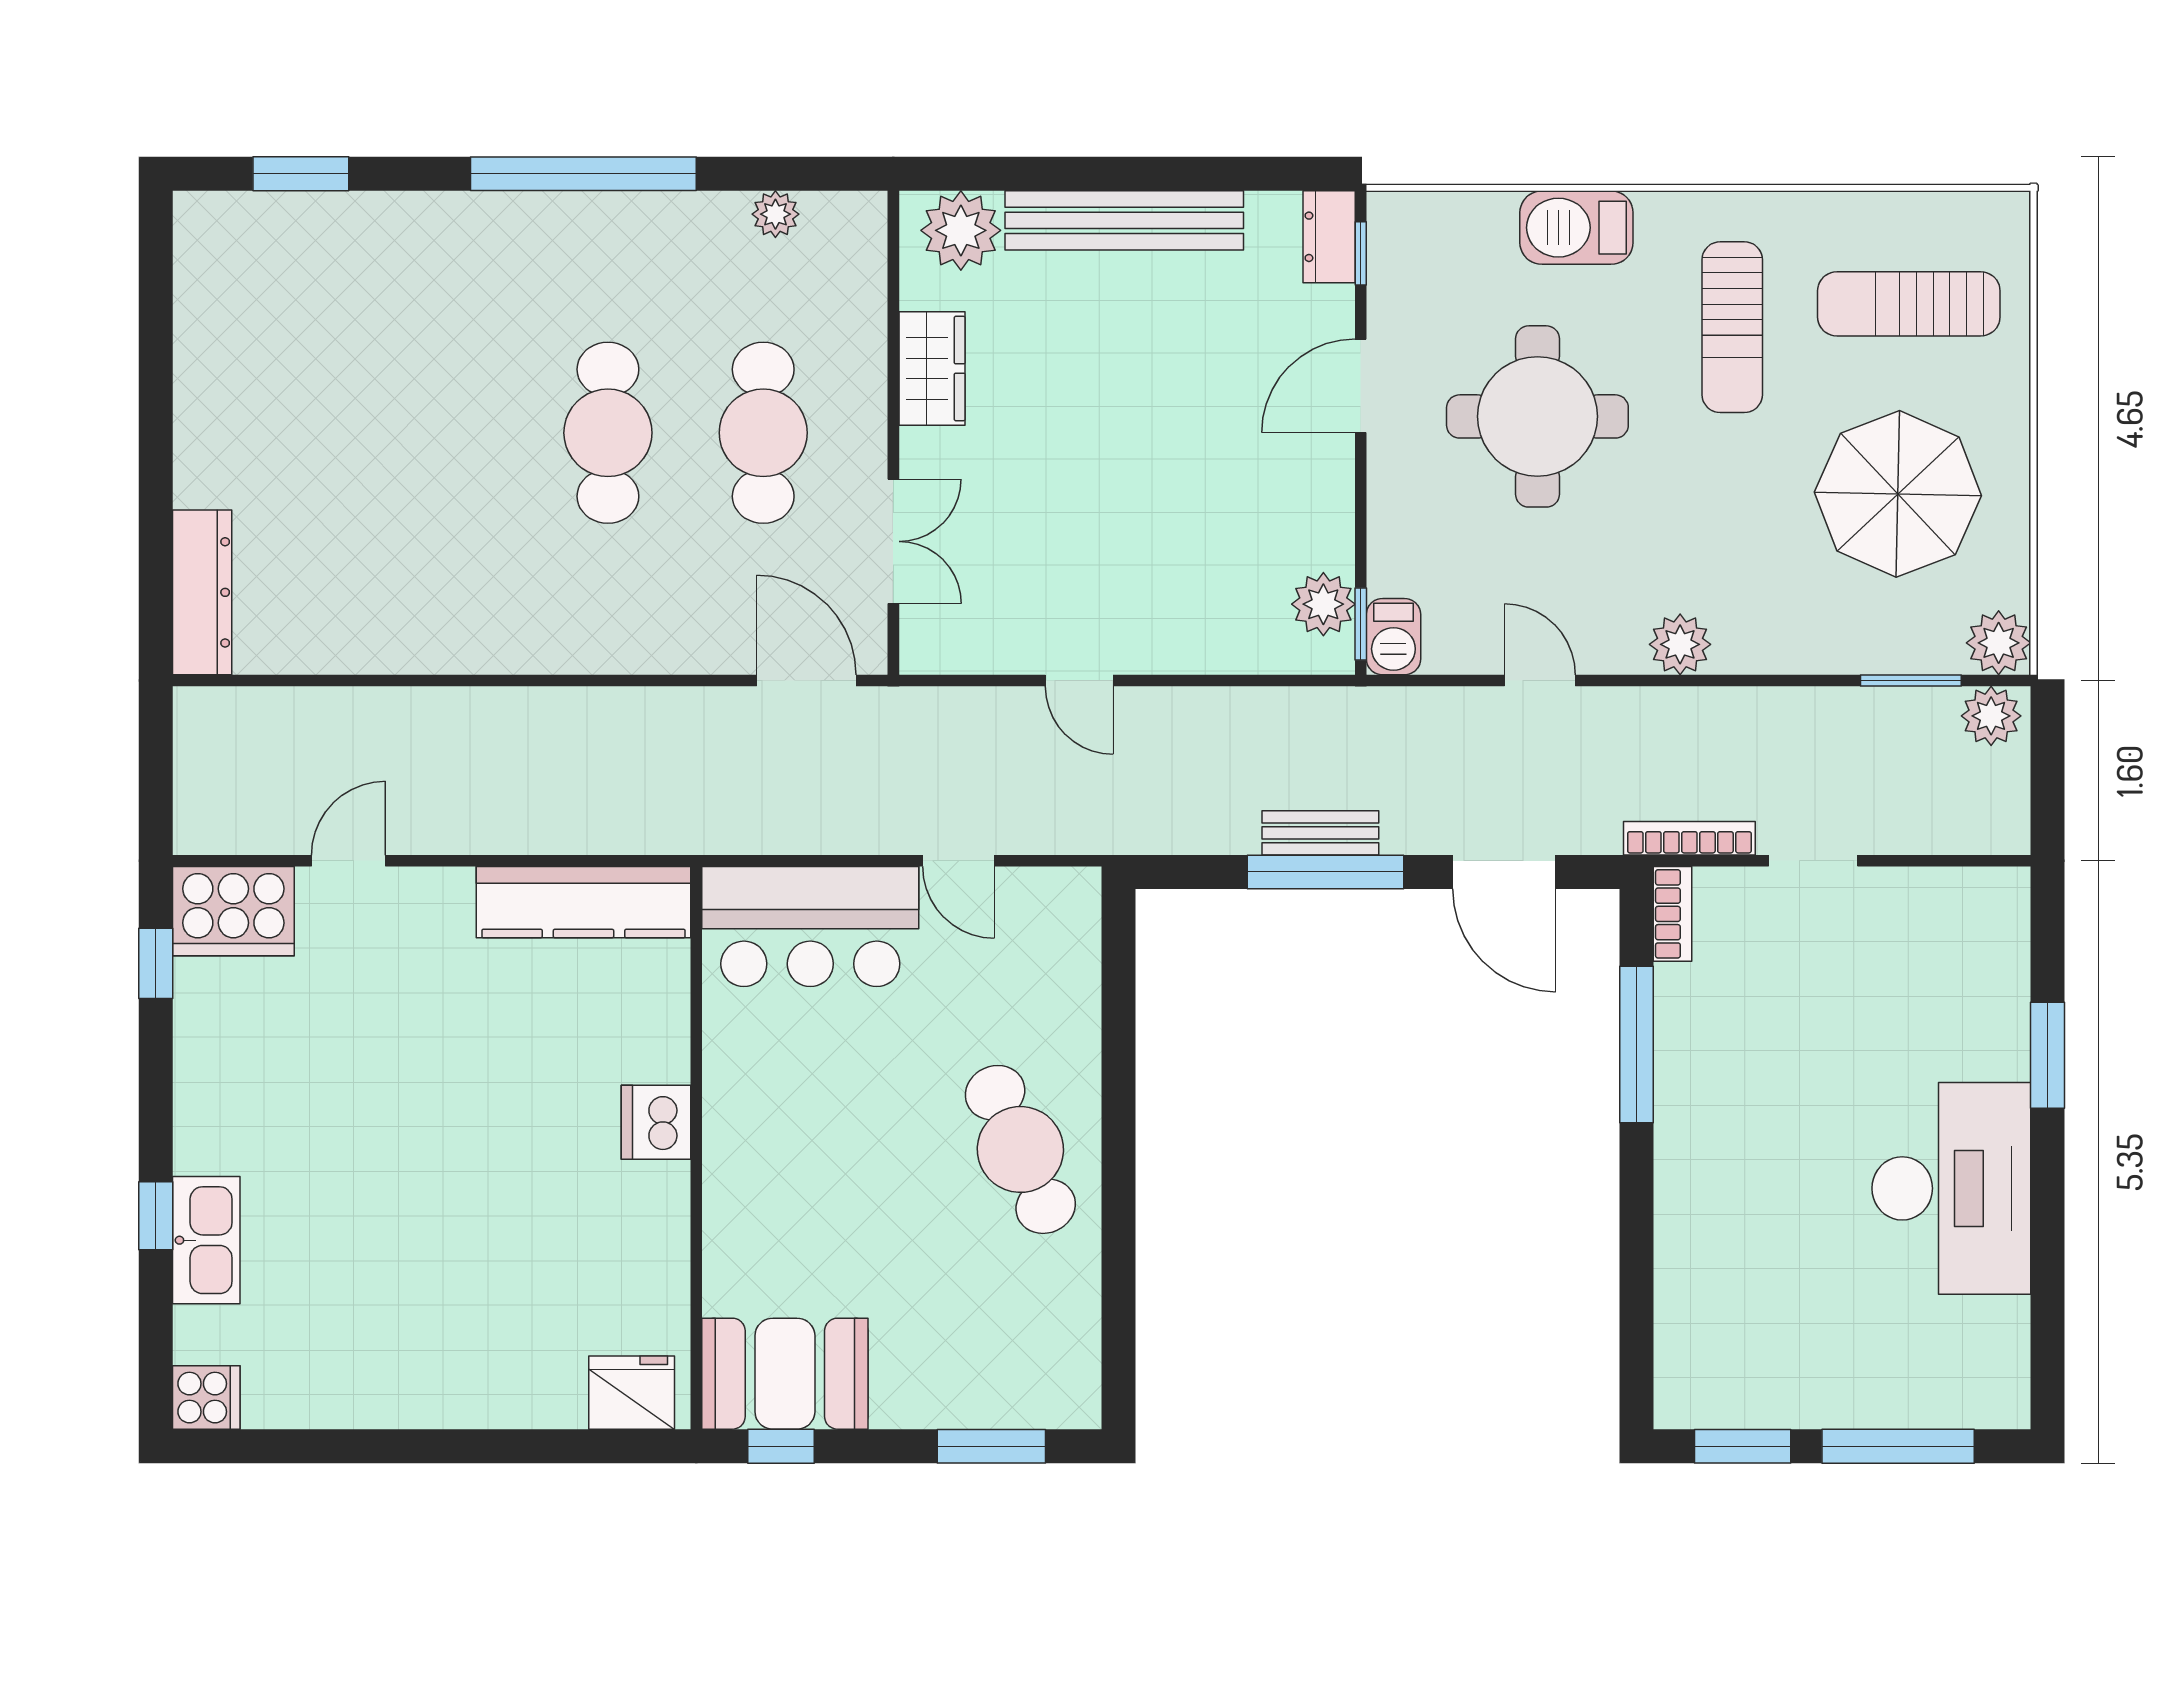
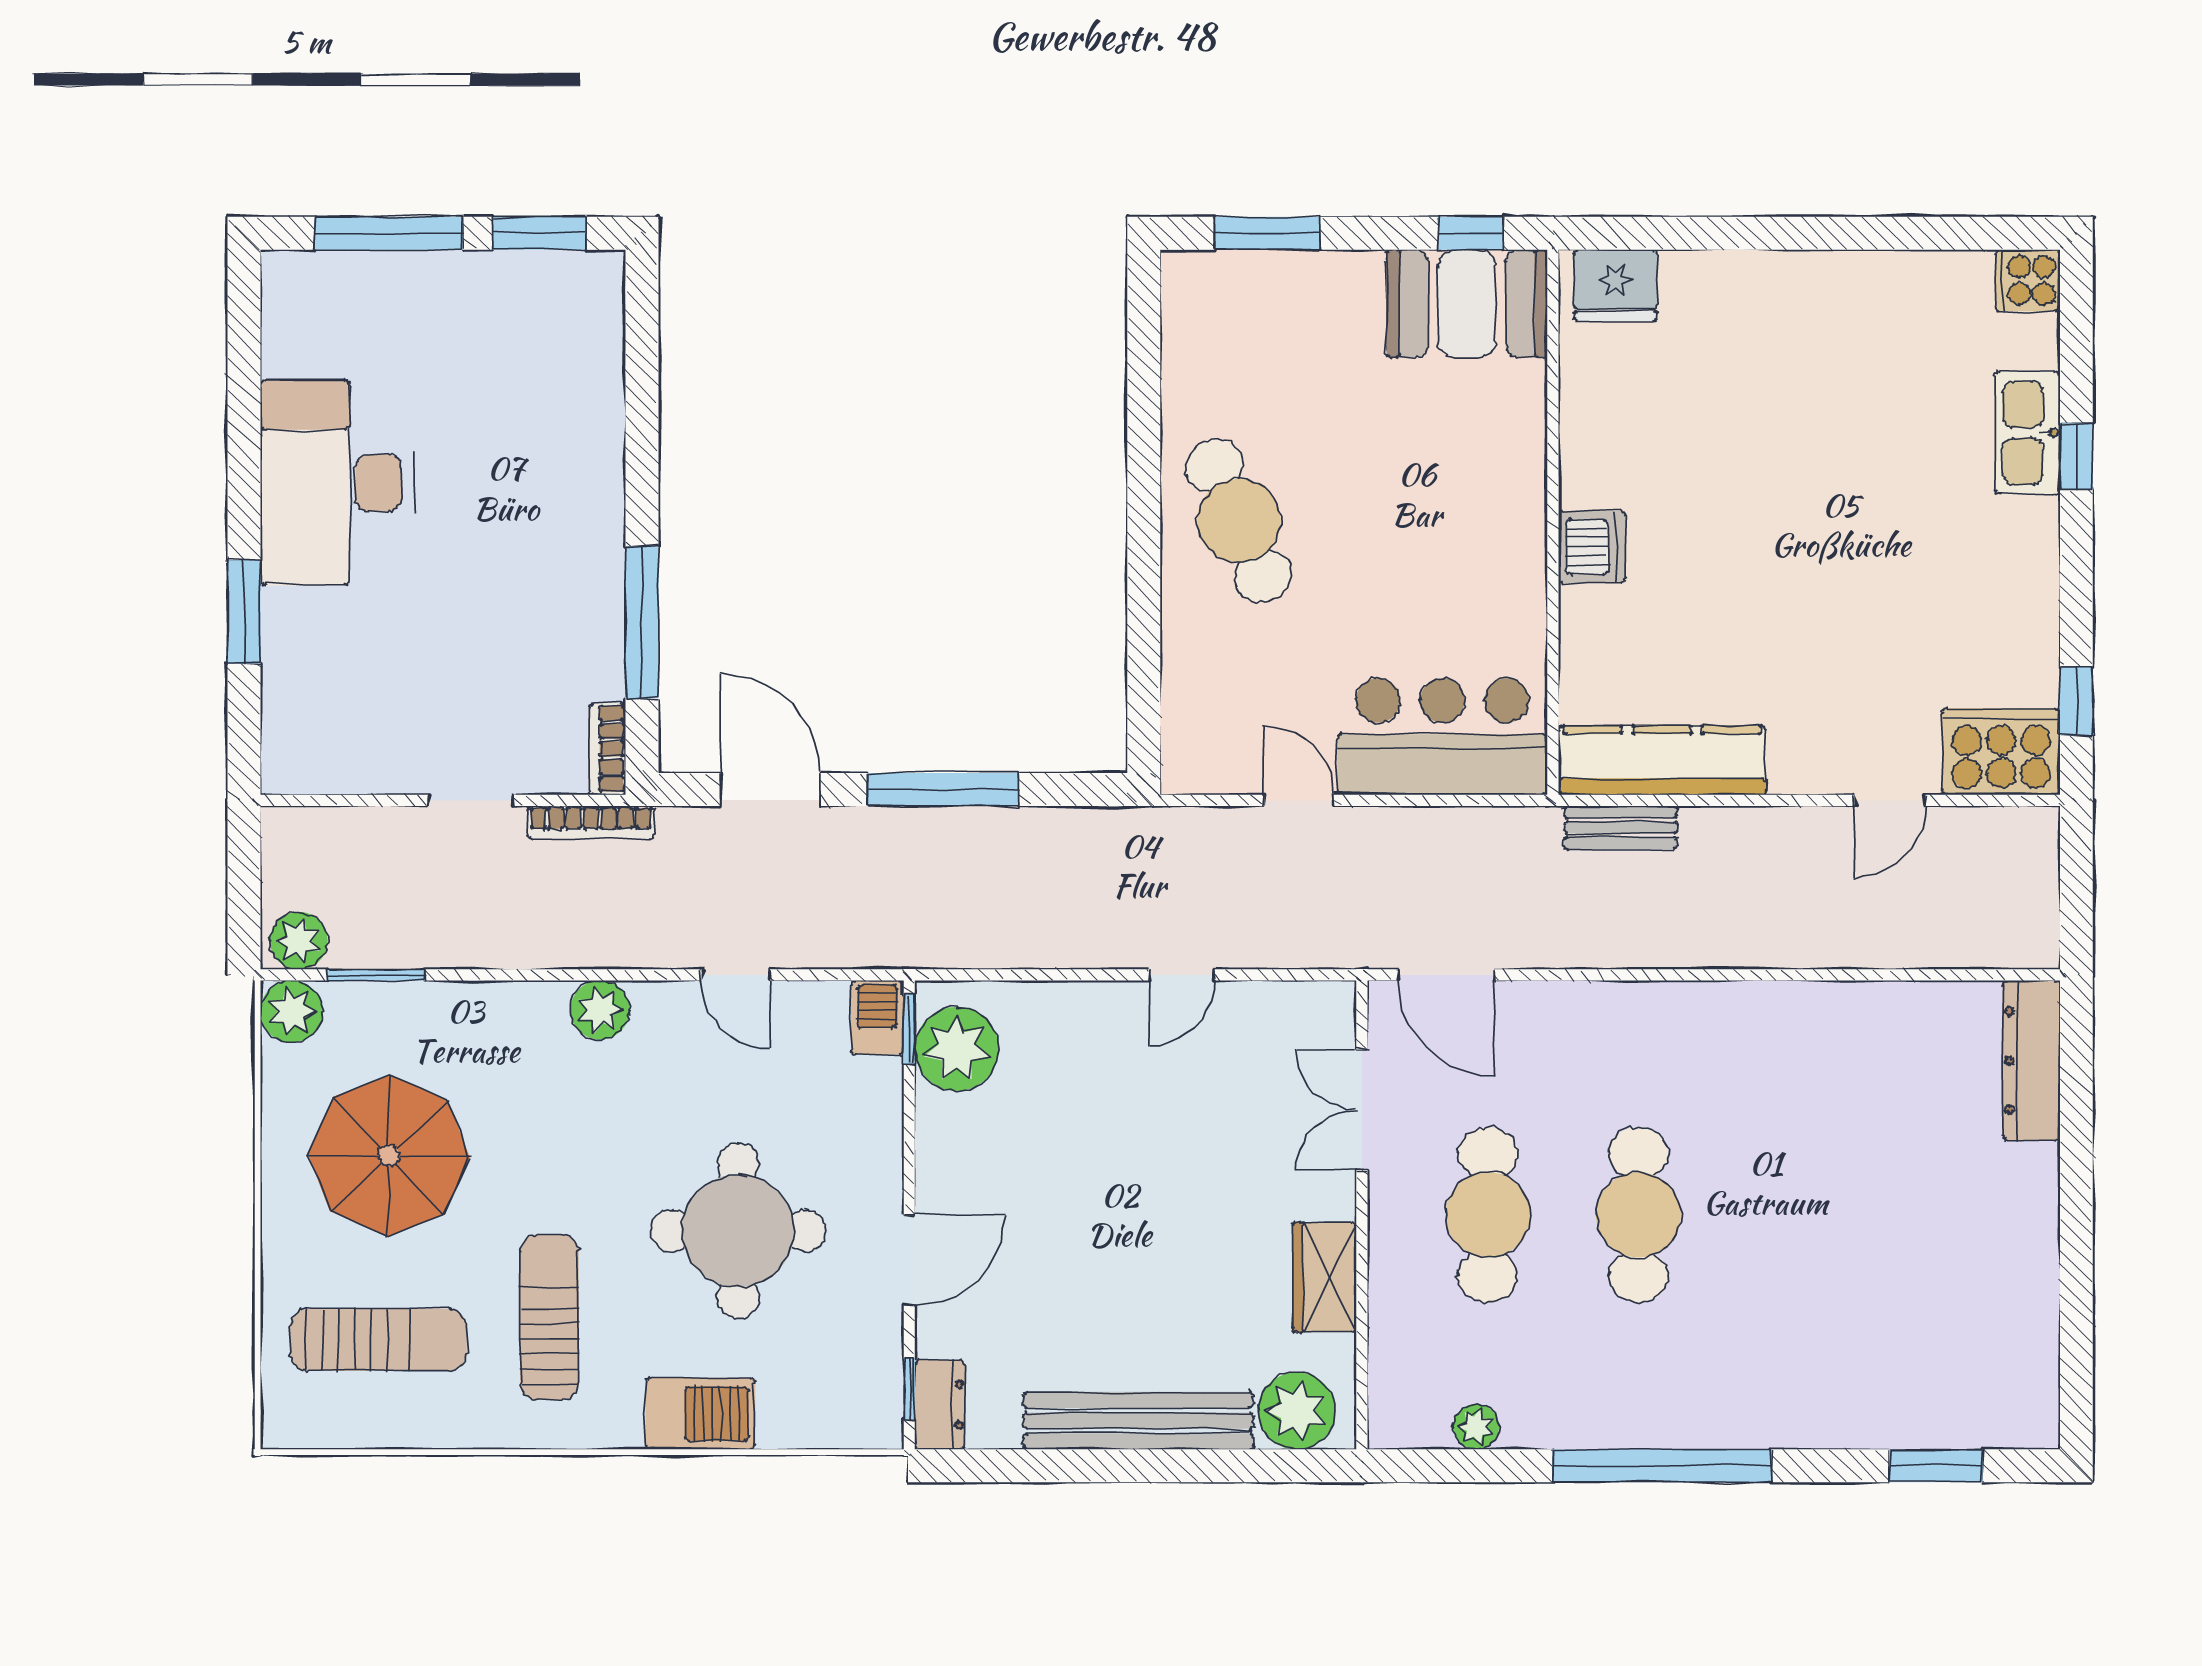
plant: (1323, 604) -> (957, 1049), width x1.36, depth x1.36
door: (1079, 681) -> (1182, 975), swing flipped
bench: (1320, 833) -> (1621, 827), moved

